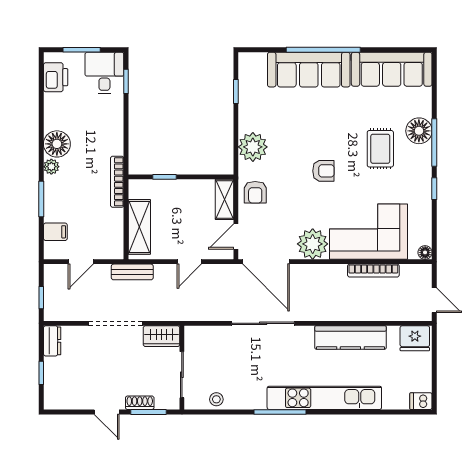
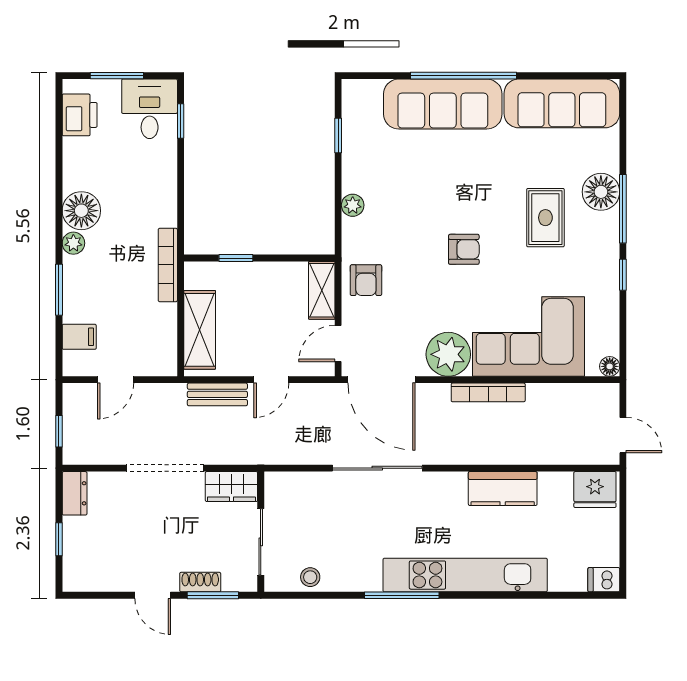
plant: (253, 147) -> (353, 205), width x0.53, depth x0.53
bookcase: (373, 271) -> (488, 392), moved
bench: (132, 272) -> (217, 394), moved
kitchen counter: (350, 338) -> (503, 489), width x0.67

